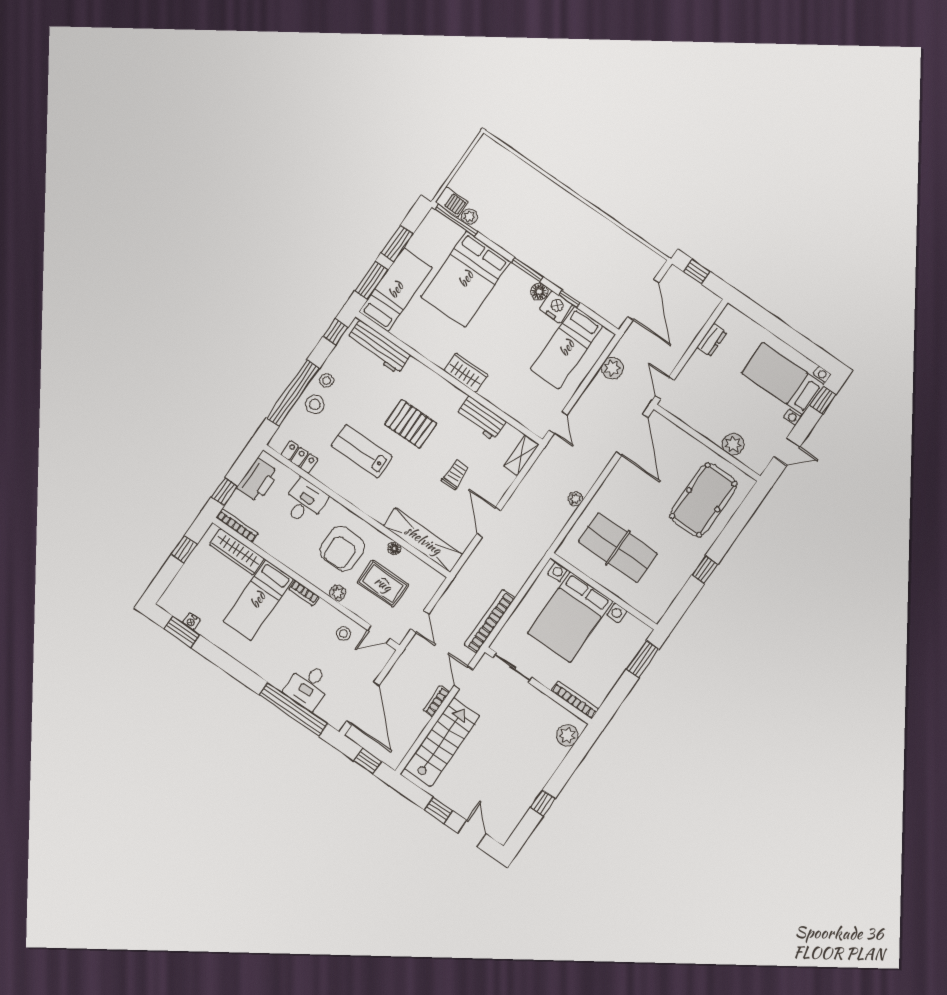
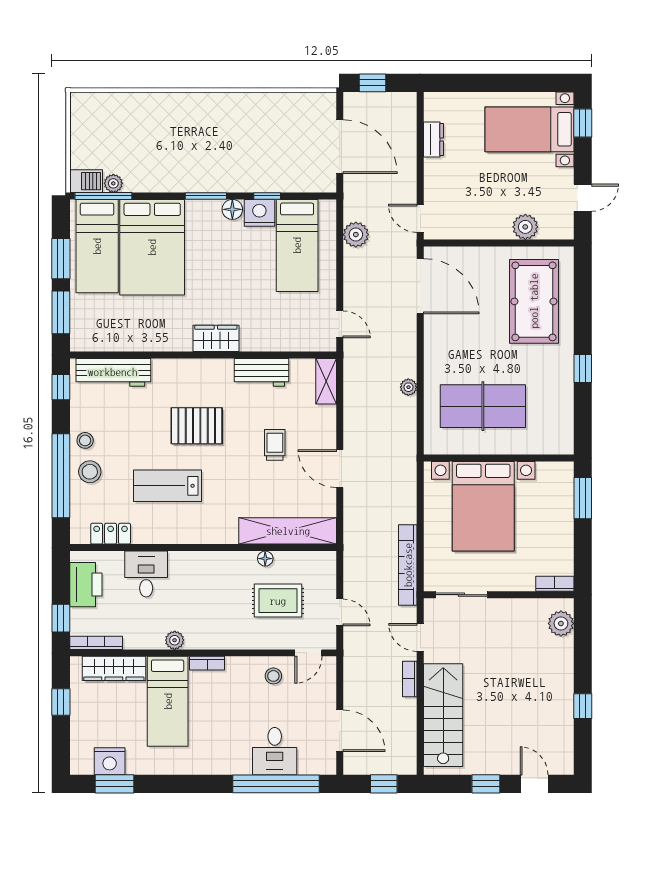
bed: (396, 290) -> (97, 246), moved, turned 180
armchair: (342, 549) -> (215, 594), removed
plant: (338, 593) -> (175, 640), moved
nightstand: (191, 621) -> (110, 761), width x1.89, depth x1.79
bookcase: (575, 700) -> (555, 584), width x0.64
door: (363, 703) -> (340, 731), width x0.73

